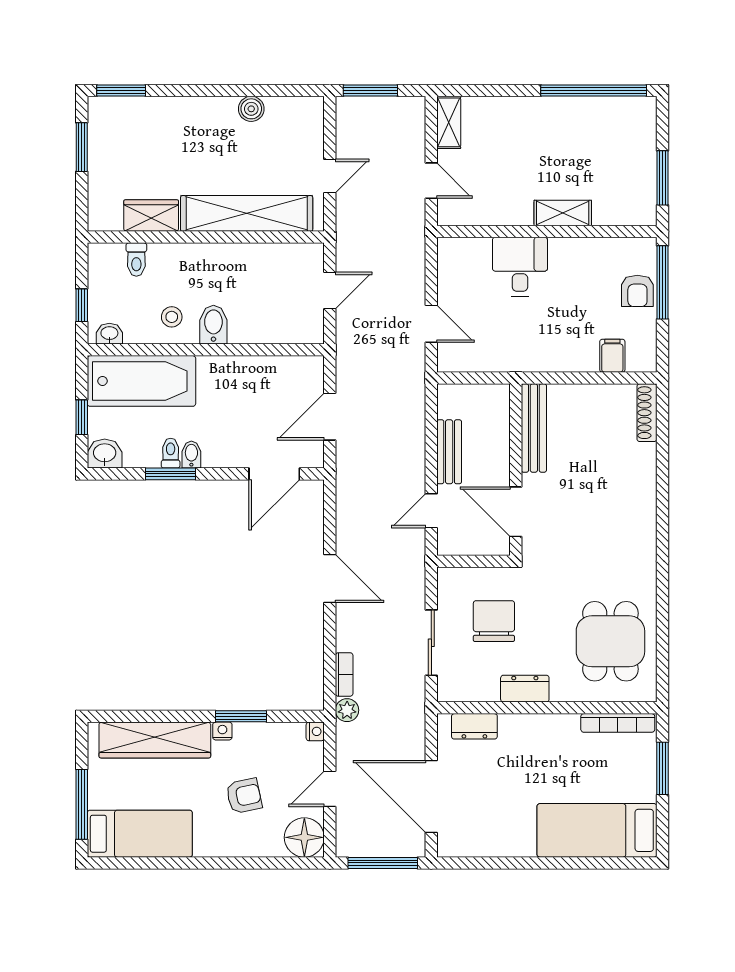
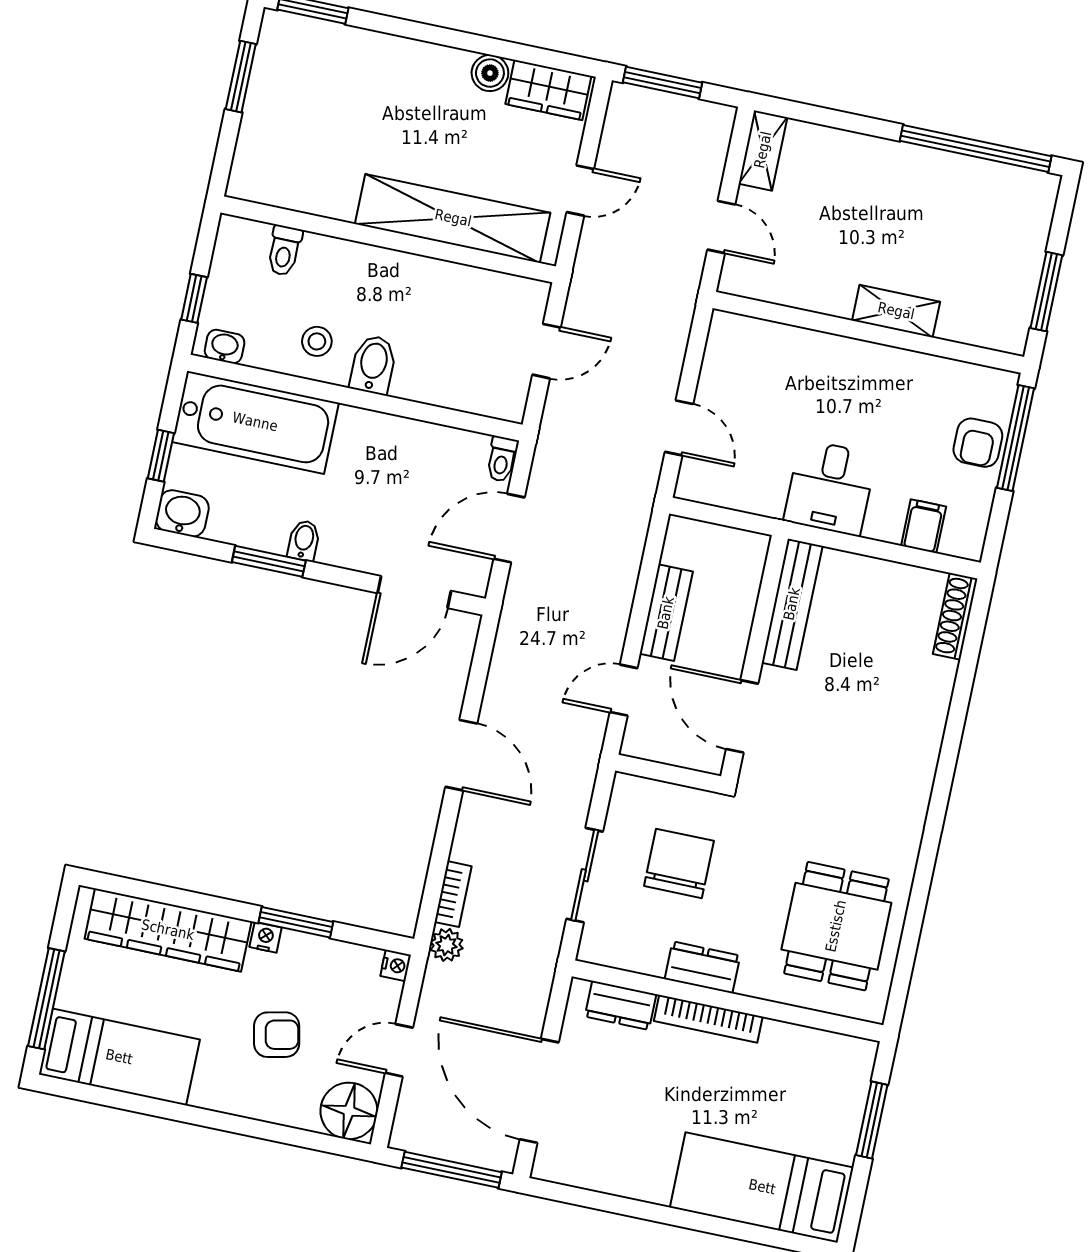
wardrobe: (151, 216) -> (548, 90), moved, turned 180
desk: (520, 267) -> (830, 488), moved, turned 180
toilet: (171, 453) -> (502, 459), moved, turned 180
bookcase: (618, 723) -> (708, 1019), moved

